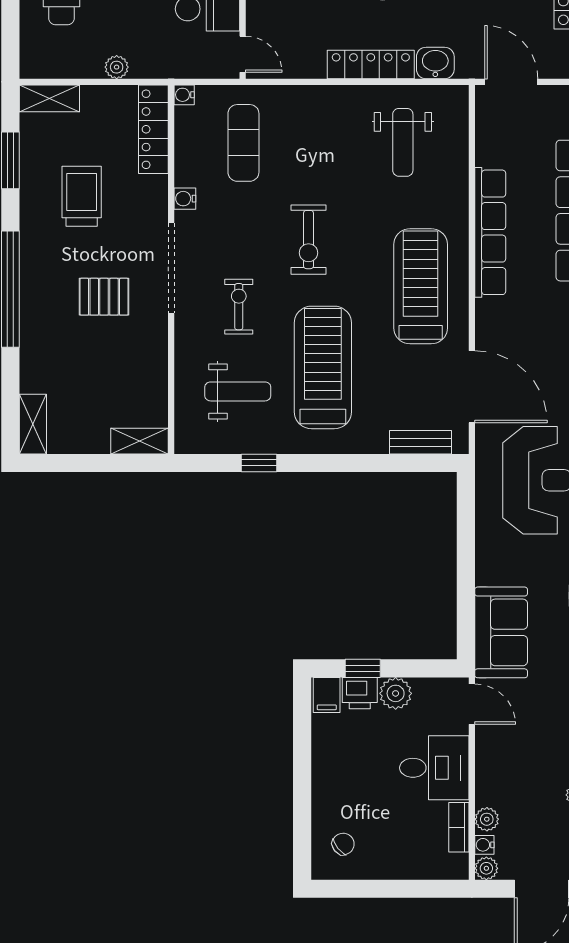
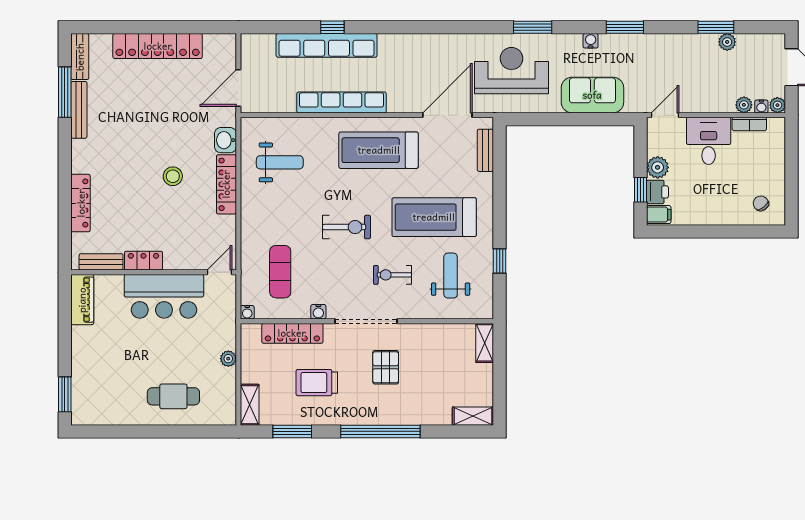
locker: (153, 129) -> (292, 333), moved
exercise mat: (243, 143) -> (280, 272), turned 90
sofa: (501, 632) -> (592, 95), moved

